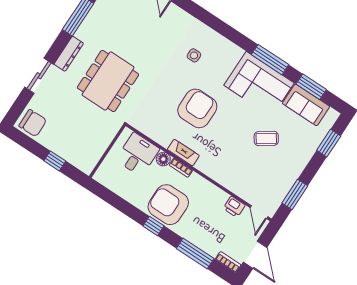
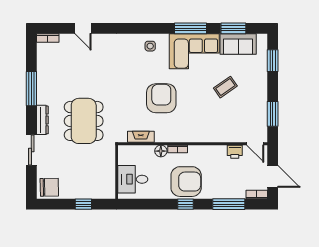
side table: (194, 55) -> (150, 46), moved
fireplace: (183, 153) -> (141, 137), moved
desk: (138, 154) -> (133, 179), moved, turned -90
armchair: (168, 205) -> (186, 182), turned 180

